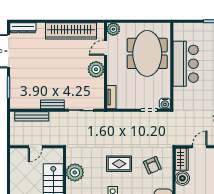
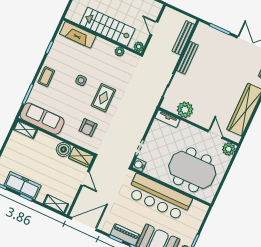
bar counter: (186, 64) -> (159, 197), width x1.36
plant: (96, 69) -> (185, 110), moved
bench: (52, 104) -> (187, 58), width x1.36
plant: (58, 153) -> (139, 47), added
armchair: (152, 165) -> (88, 128), turned -67
plant: (75, 172) -> (120, 52), width x0.53, depth x0.53

